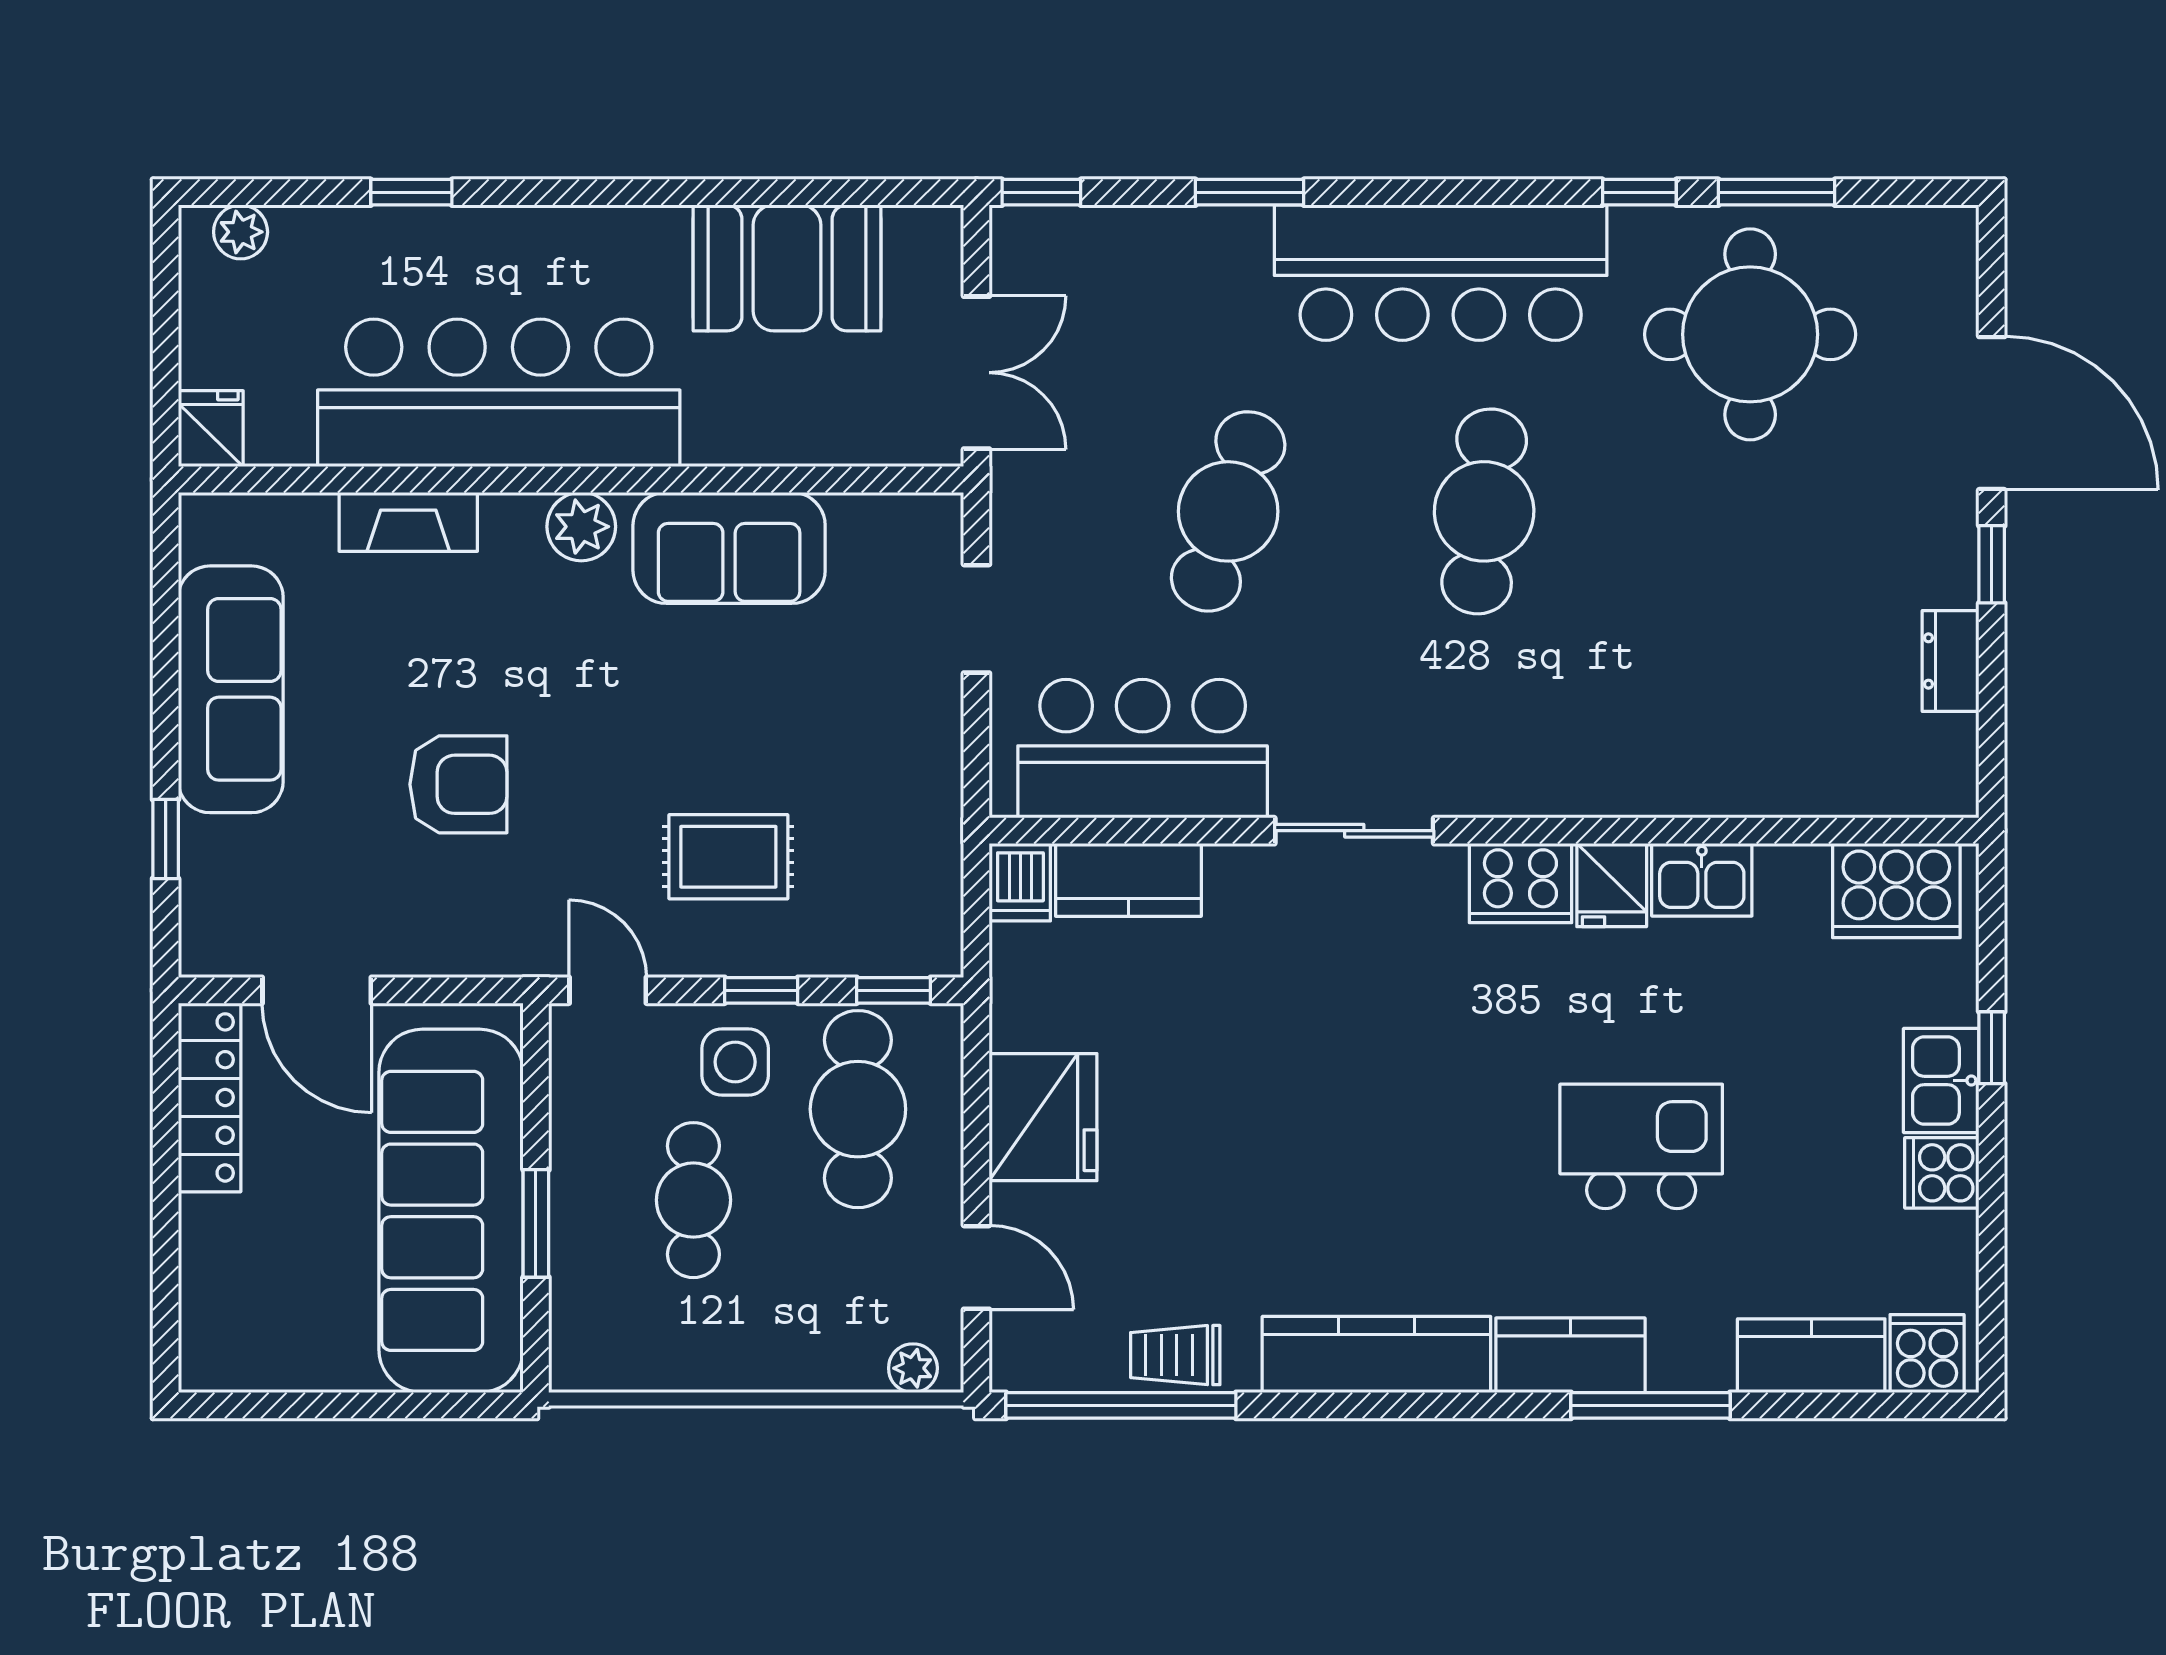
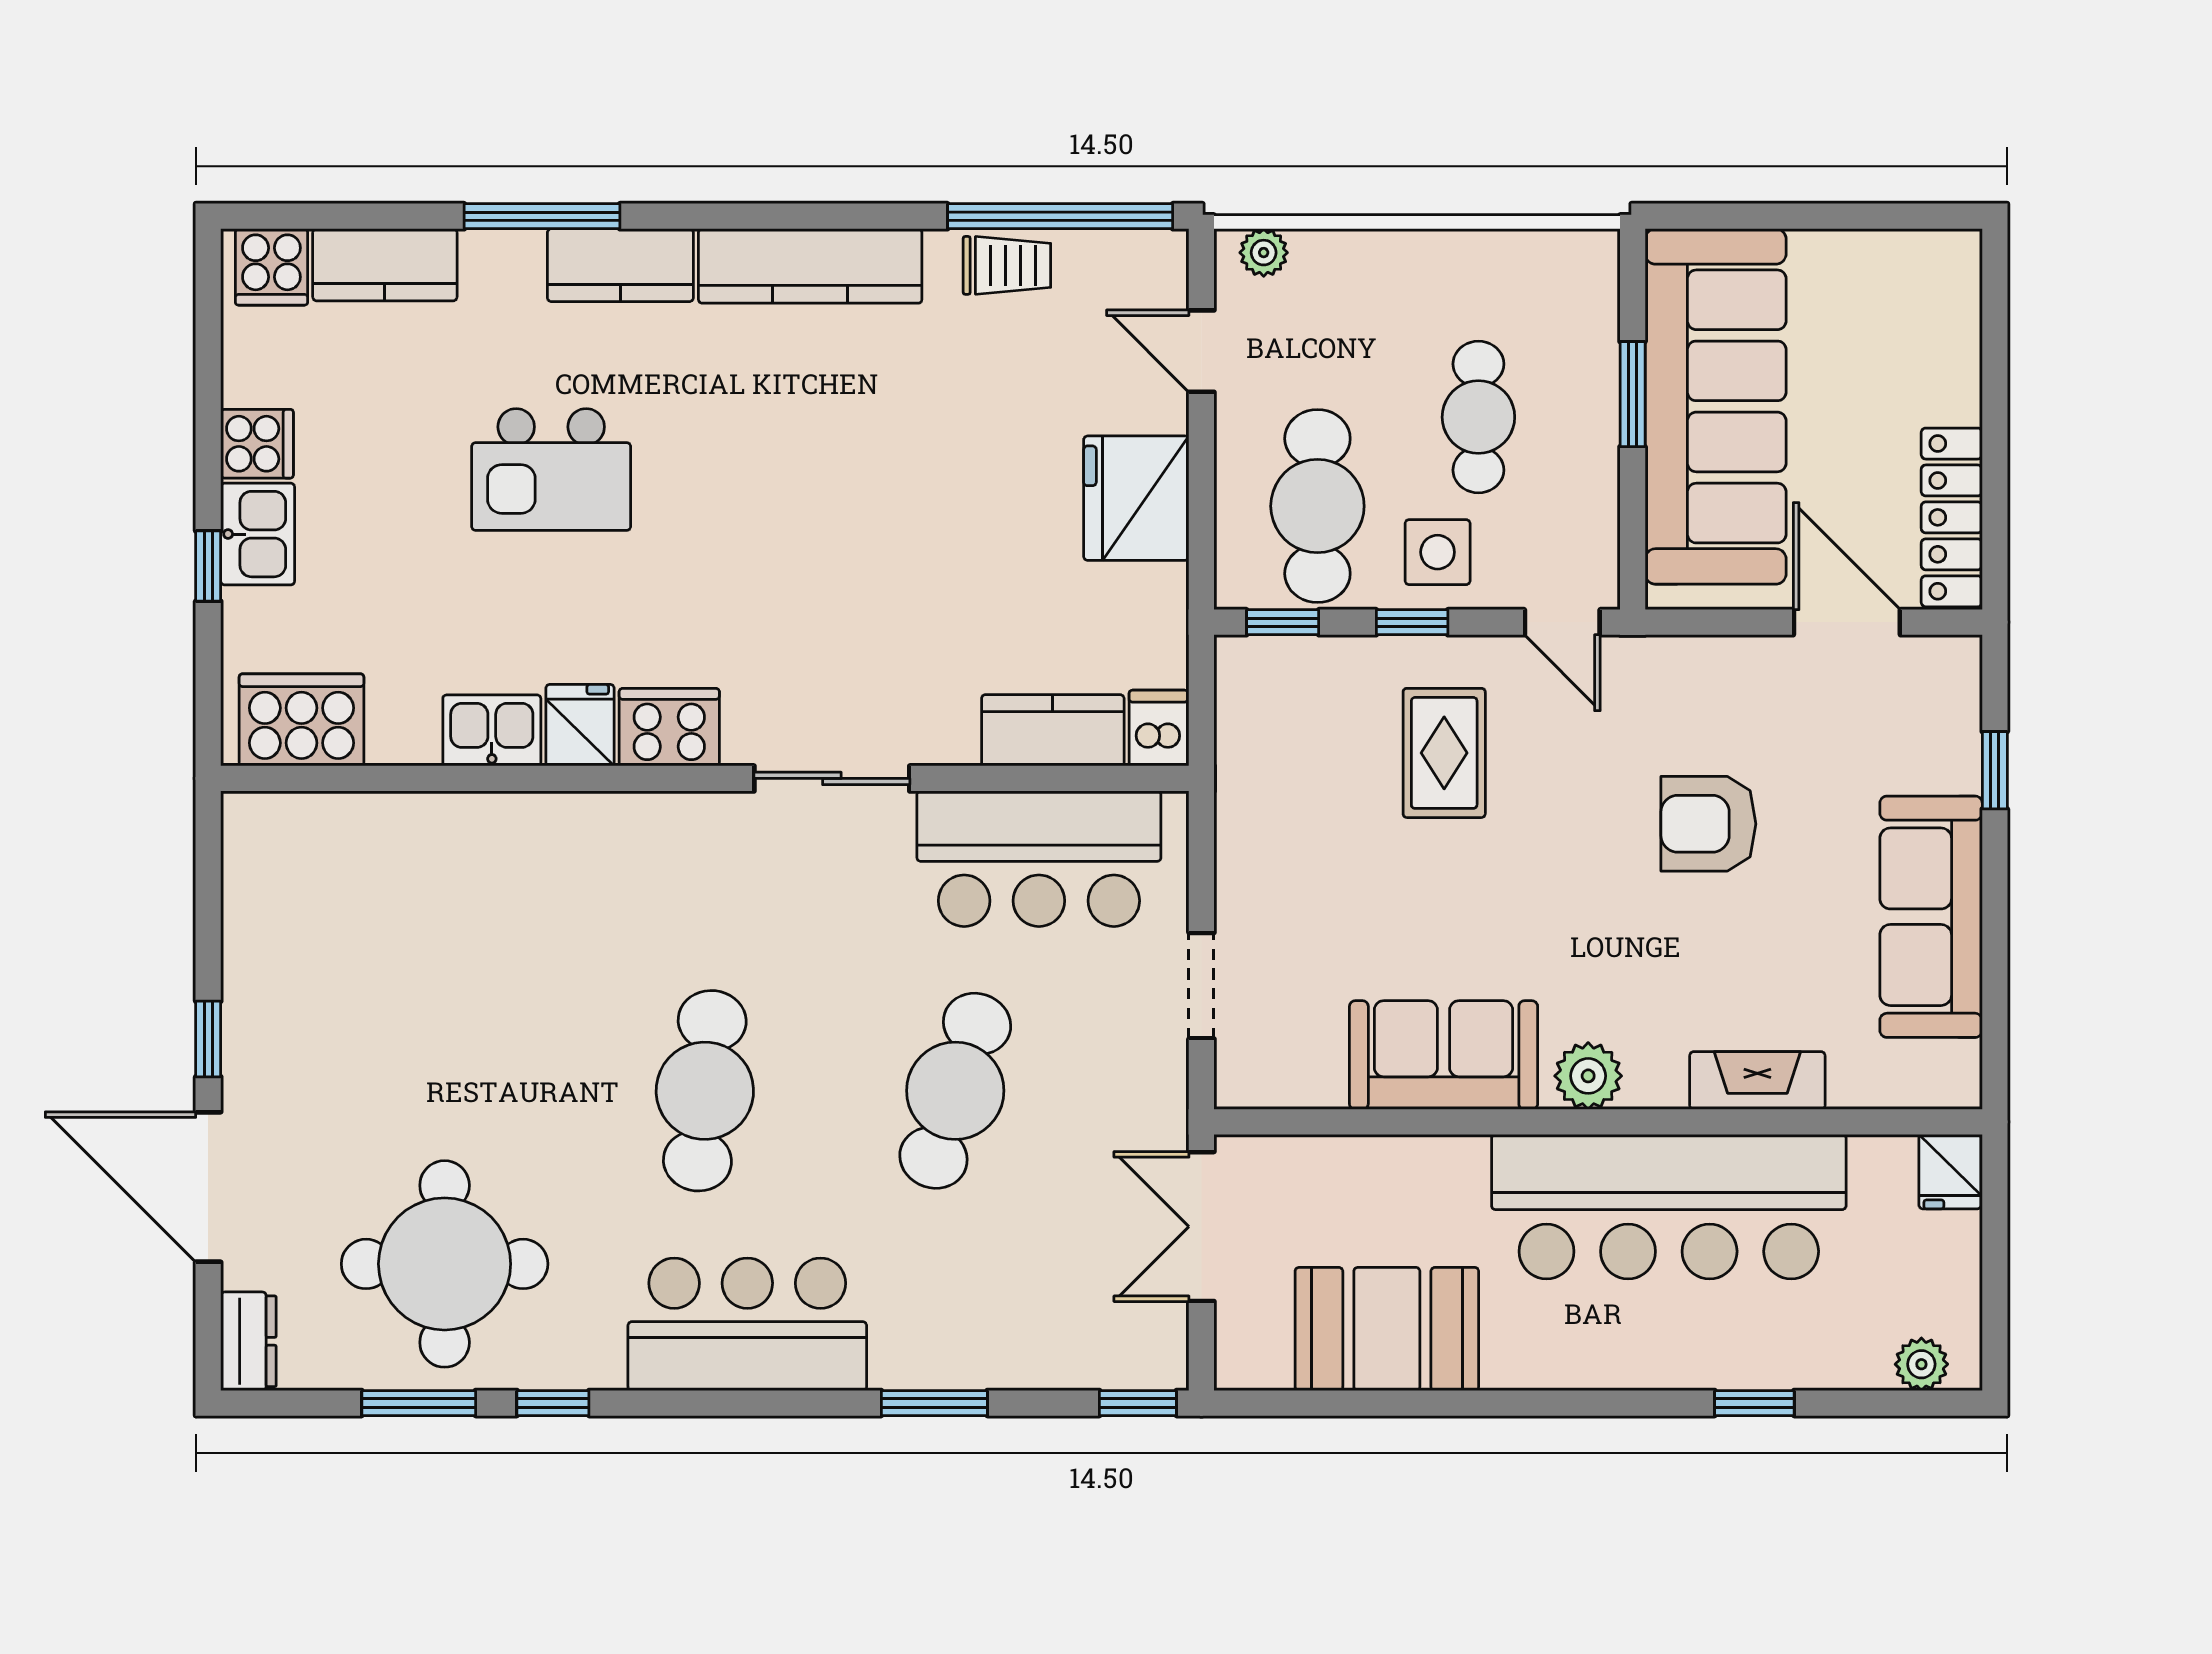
bar counter: (1441, 273) -> (747, 1324), width x0.73
dresser: (1951, 661) -> (248, 1341), moved
rug: (728, 857) -> (1444, 753), turned 90

